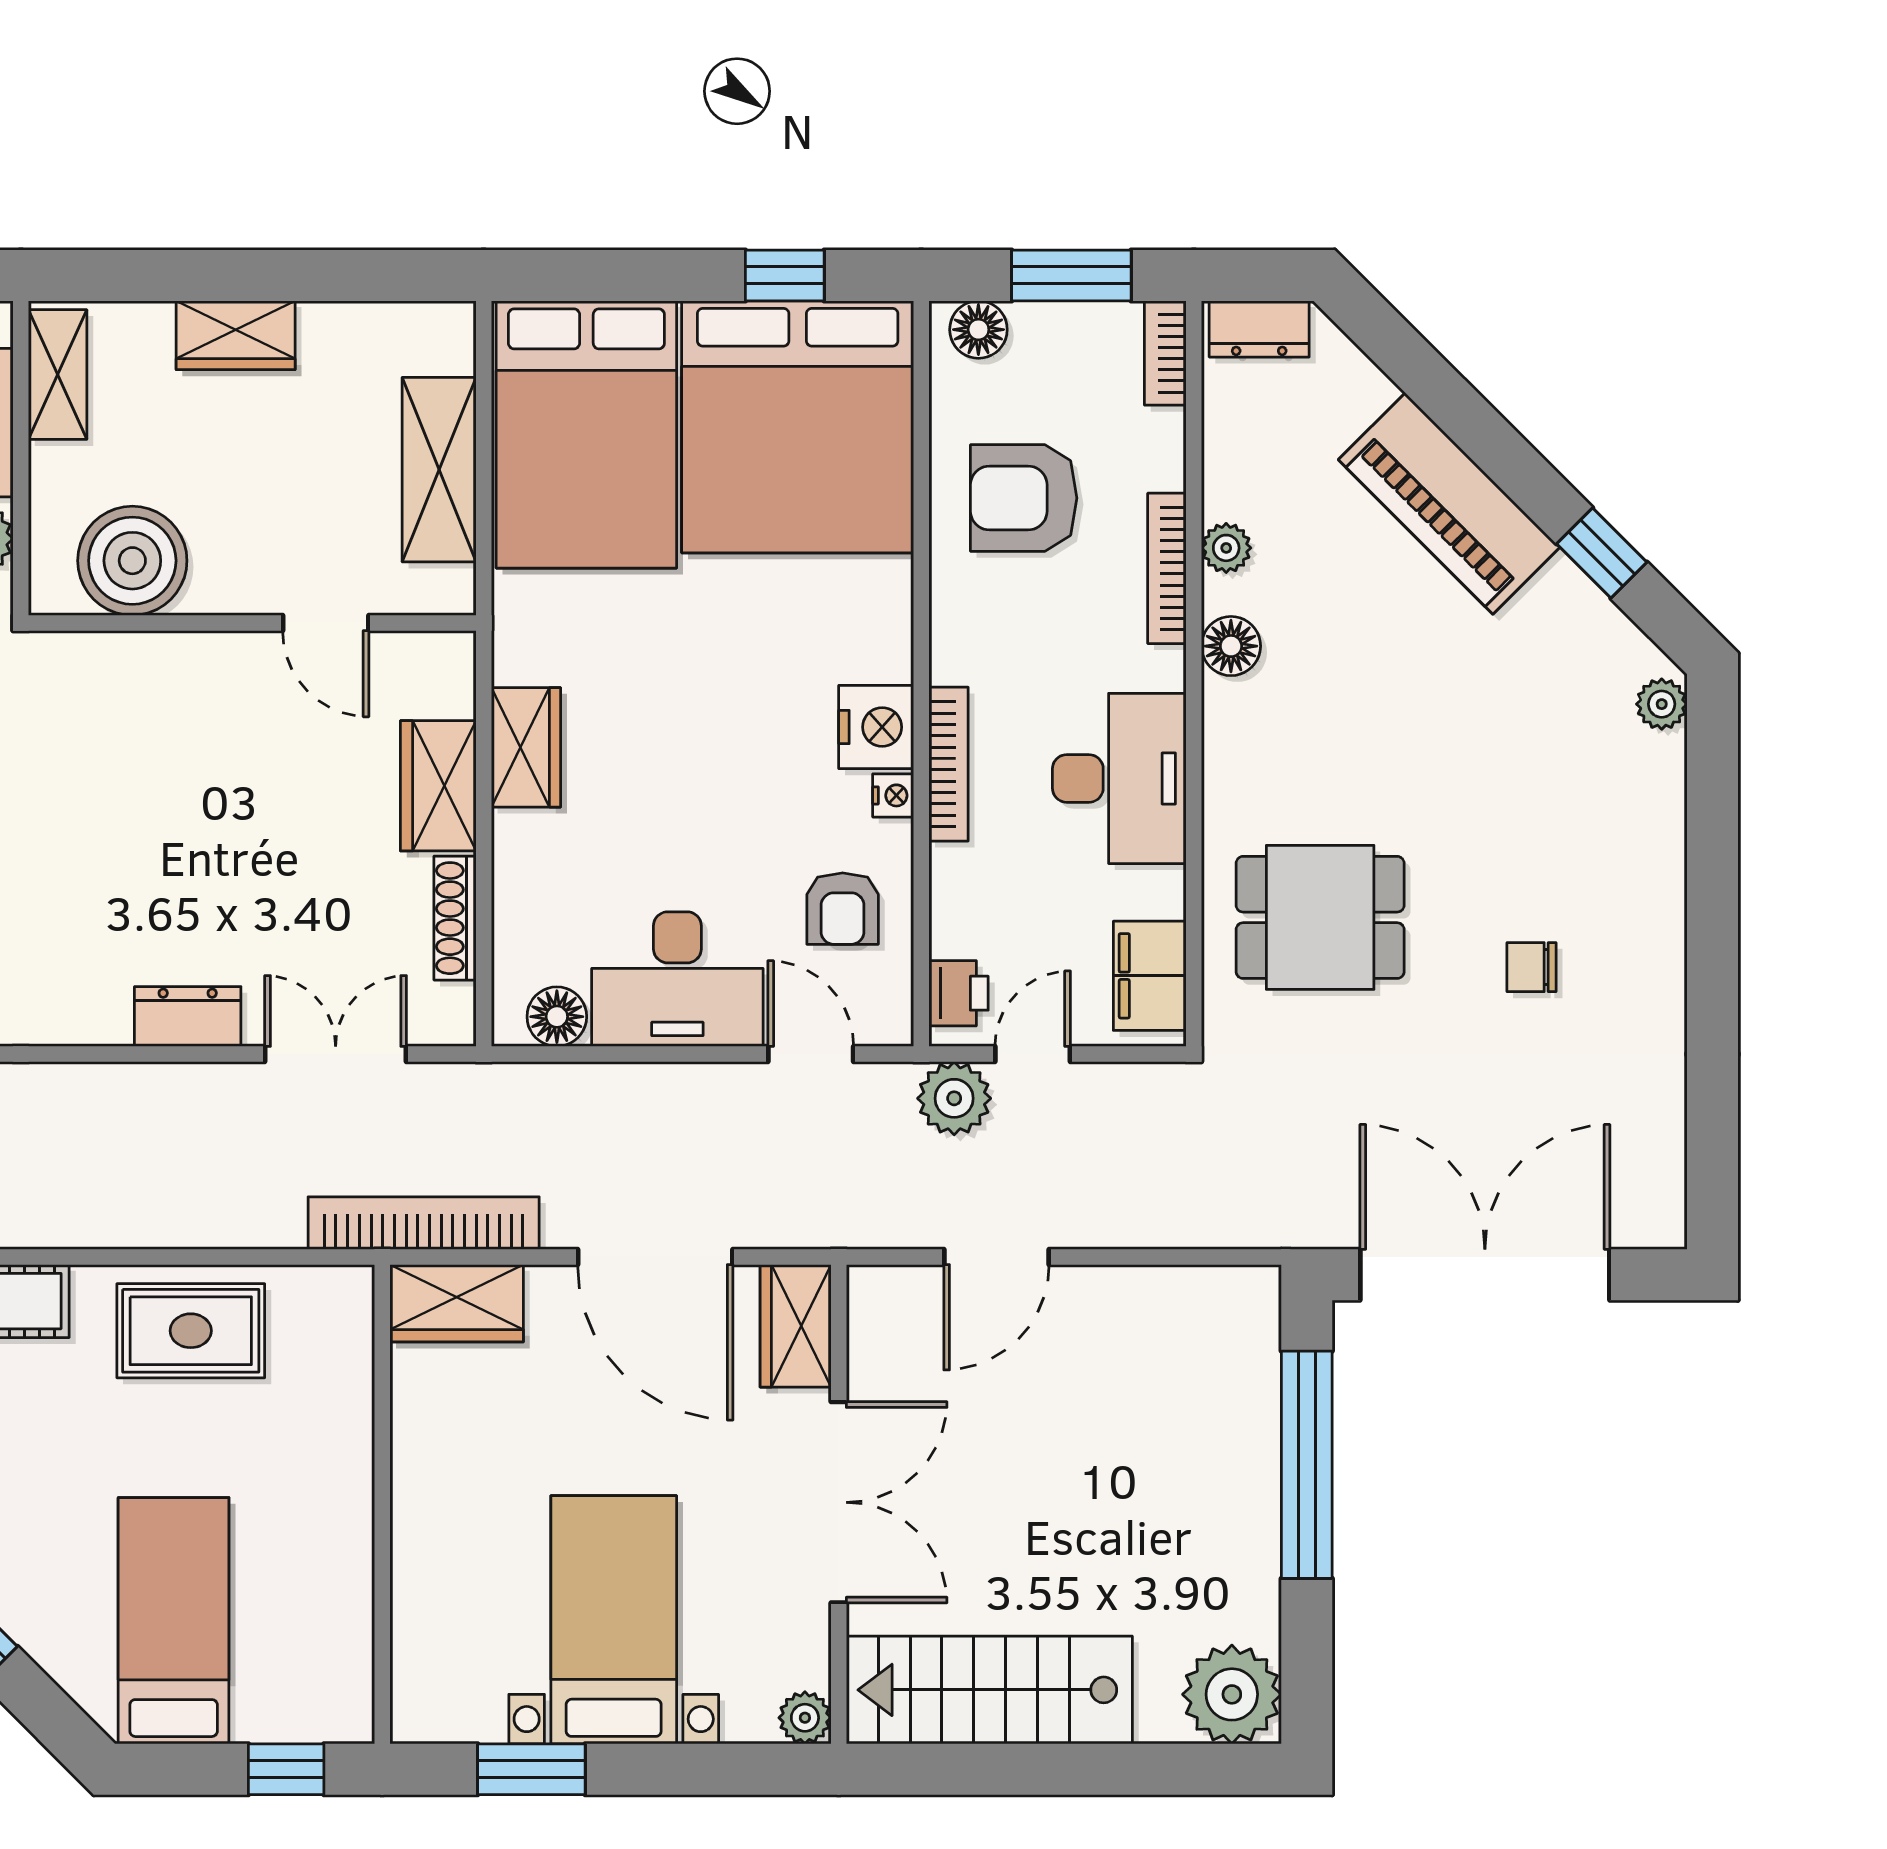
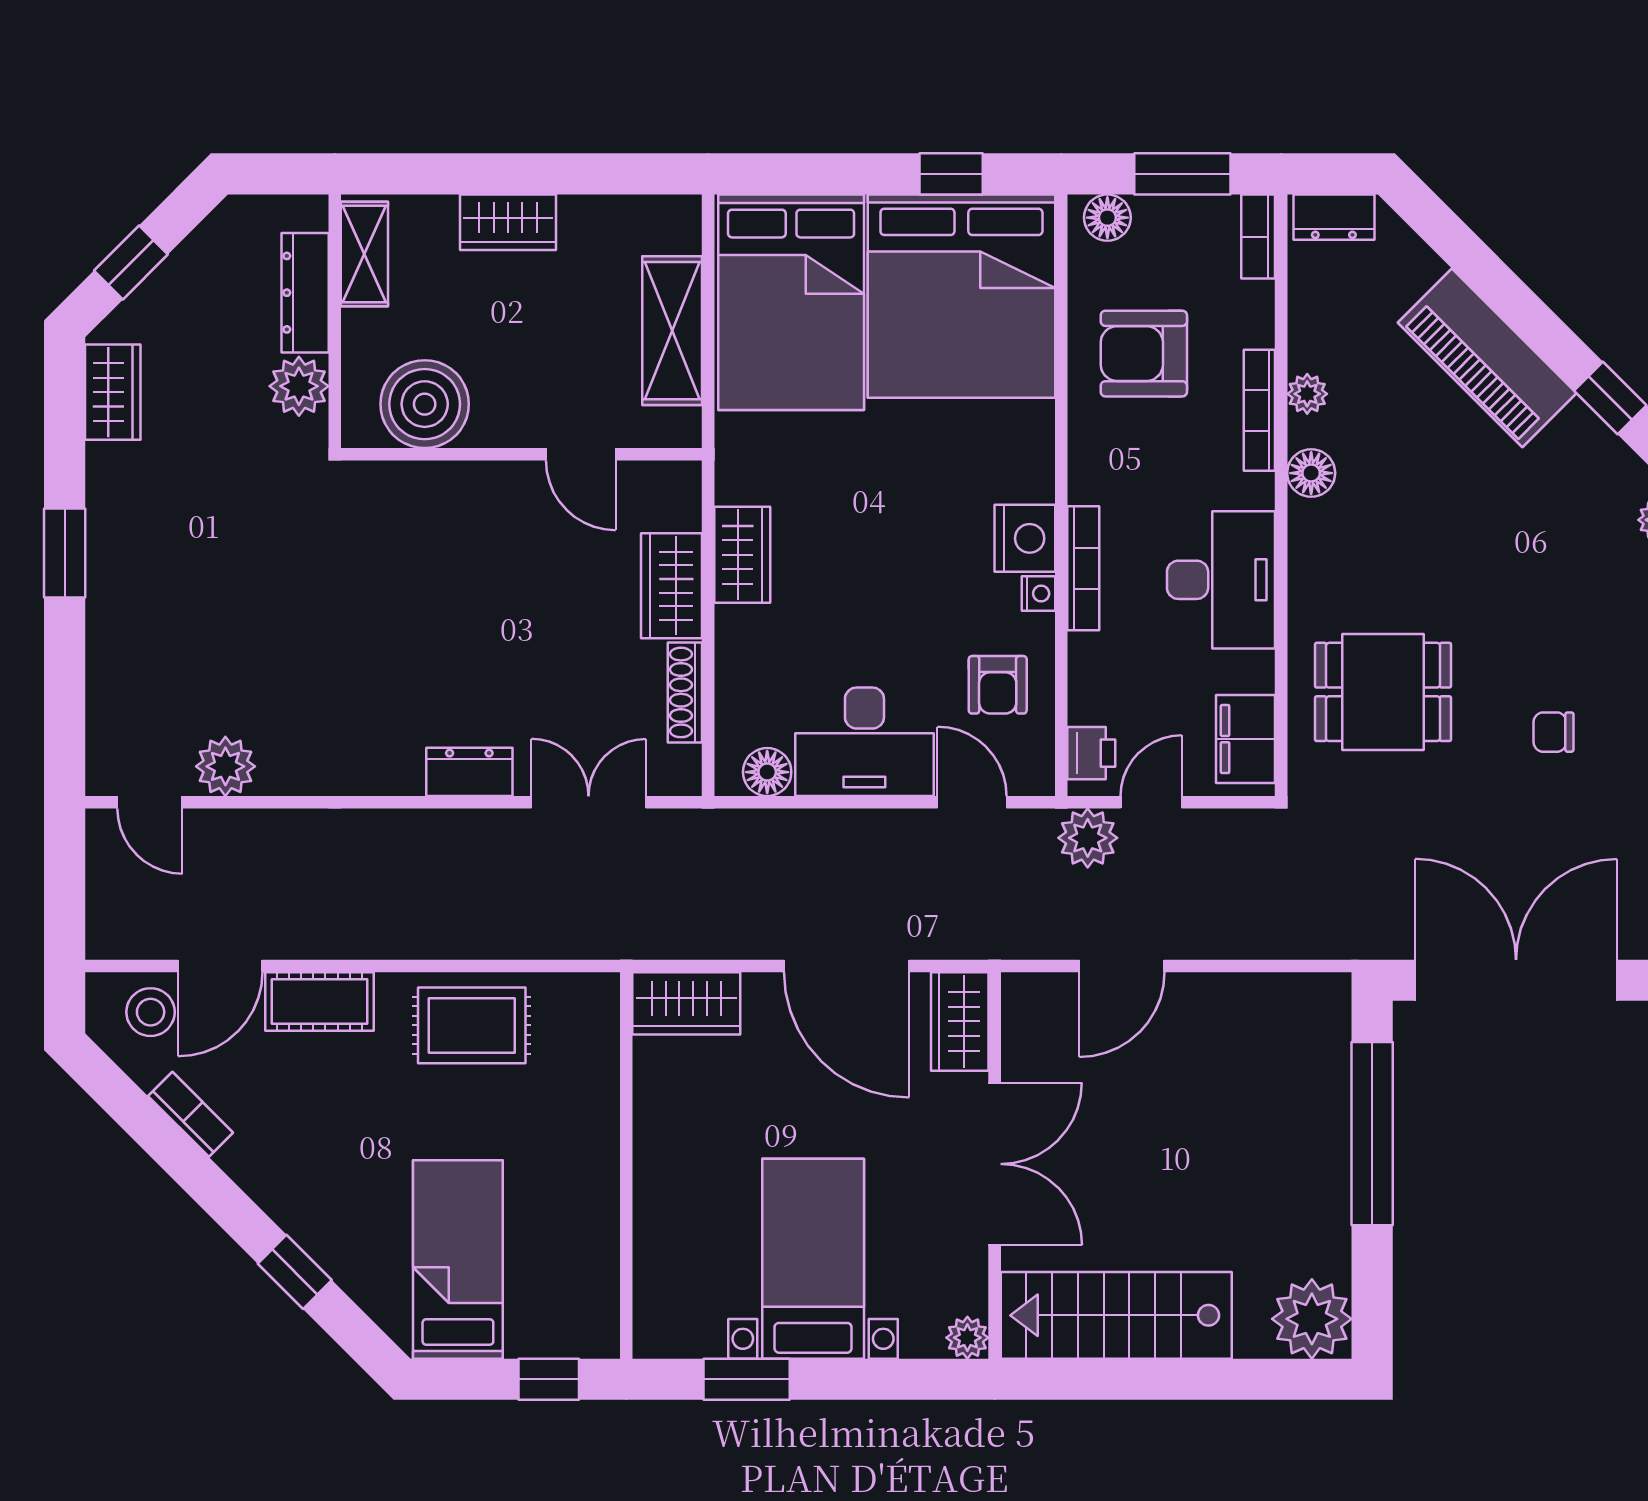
bookcase: (424, 1223) -> (660, 939), removed

